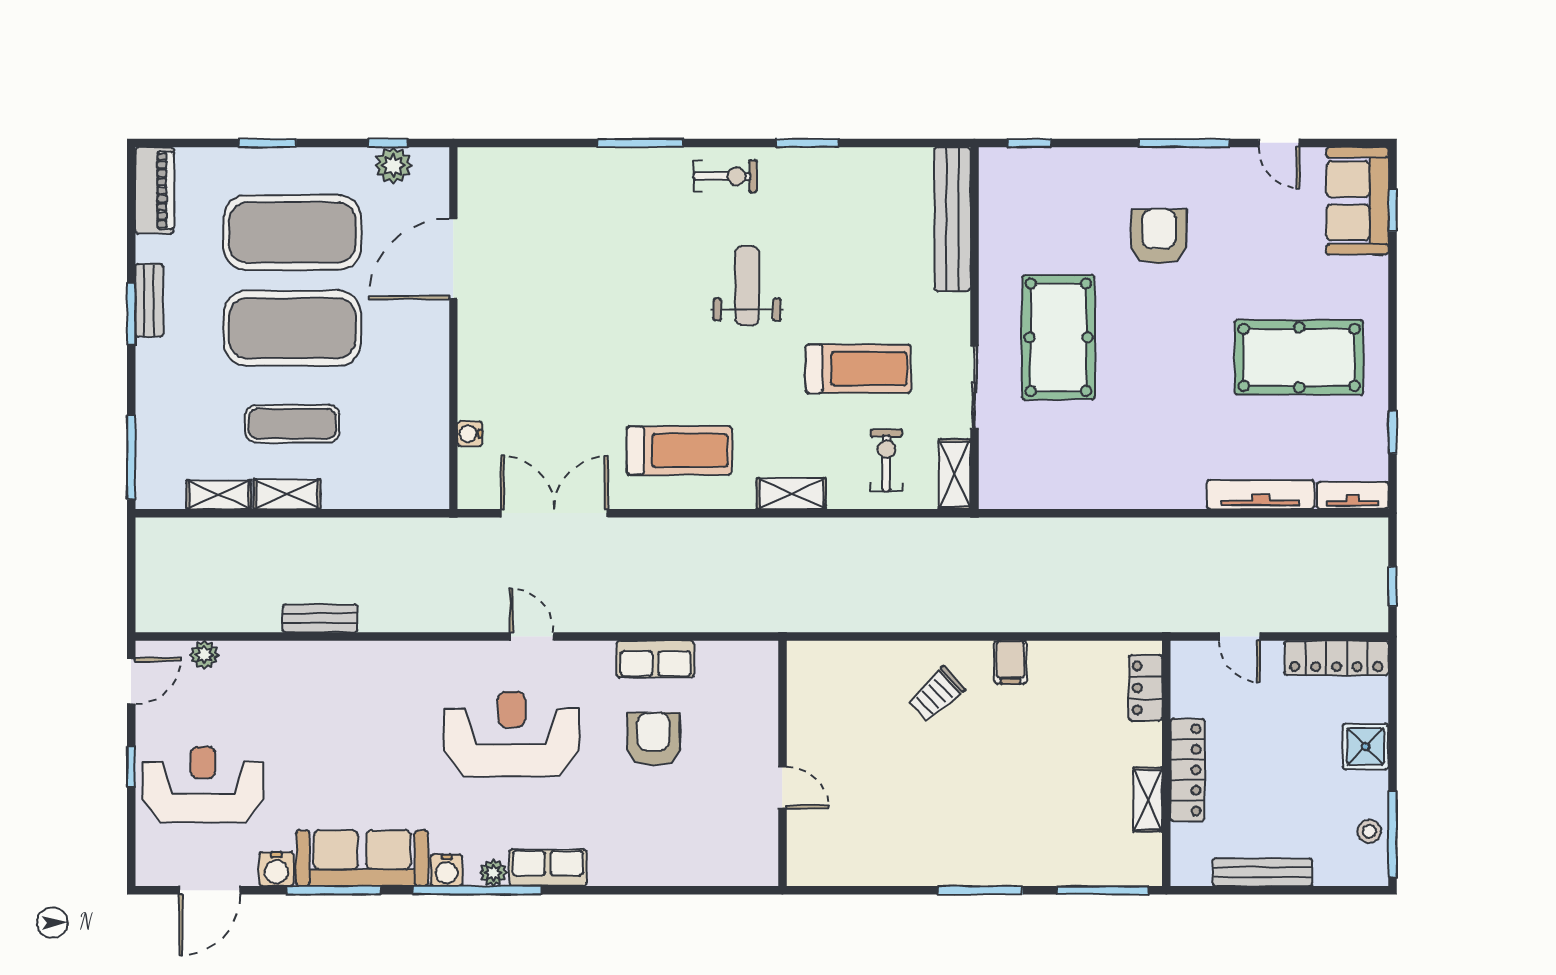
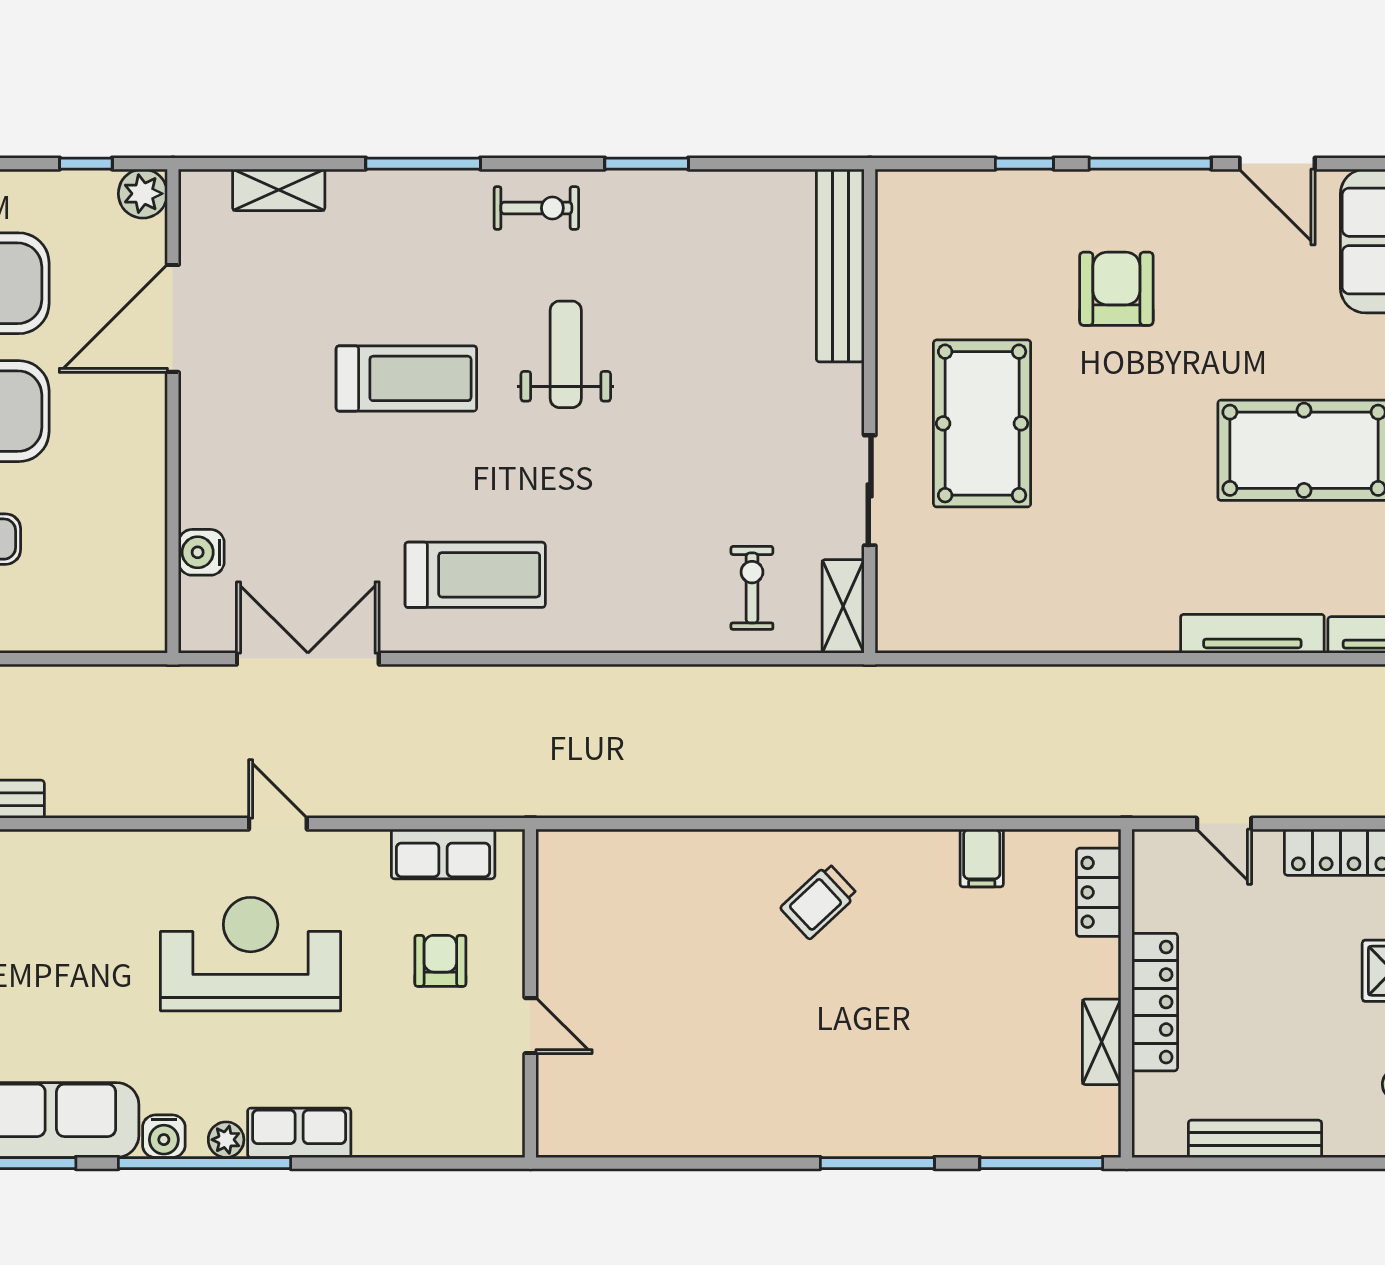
window: (1029, 143) -> (1024, 164), moved
door: (1279, 143) -> (1277, 164), width x1.37
plant: (393, 165) -> (143, 194), moved
treadmill: (858, 369) -> (406, 378), moved
water cooler: (470, 434) -> (201, 552), width x1.38, depth x1.38
shelving: (791, 494) -> (279, 190), moved
filing cabinet: (1010, 662) -> (982, 858), moved
armchair: (653, 739) -> (440, 961), width x0.72, depth x0.72
wall: (782, 763) -> (530, 993), moved
door: (782, 787) -> (530, 1026), moved

